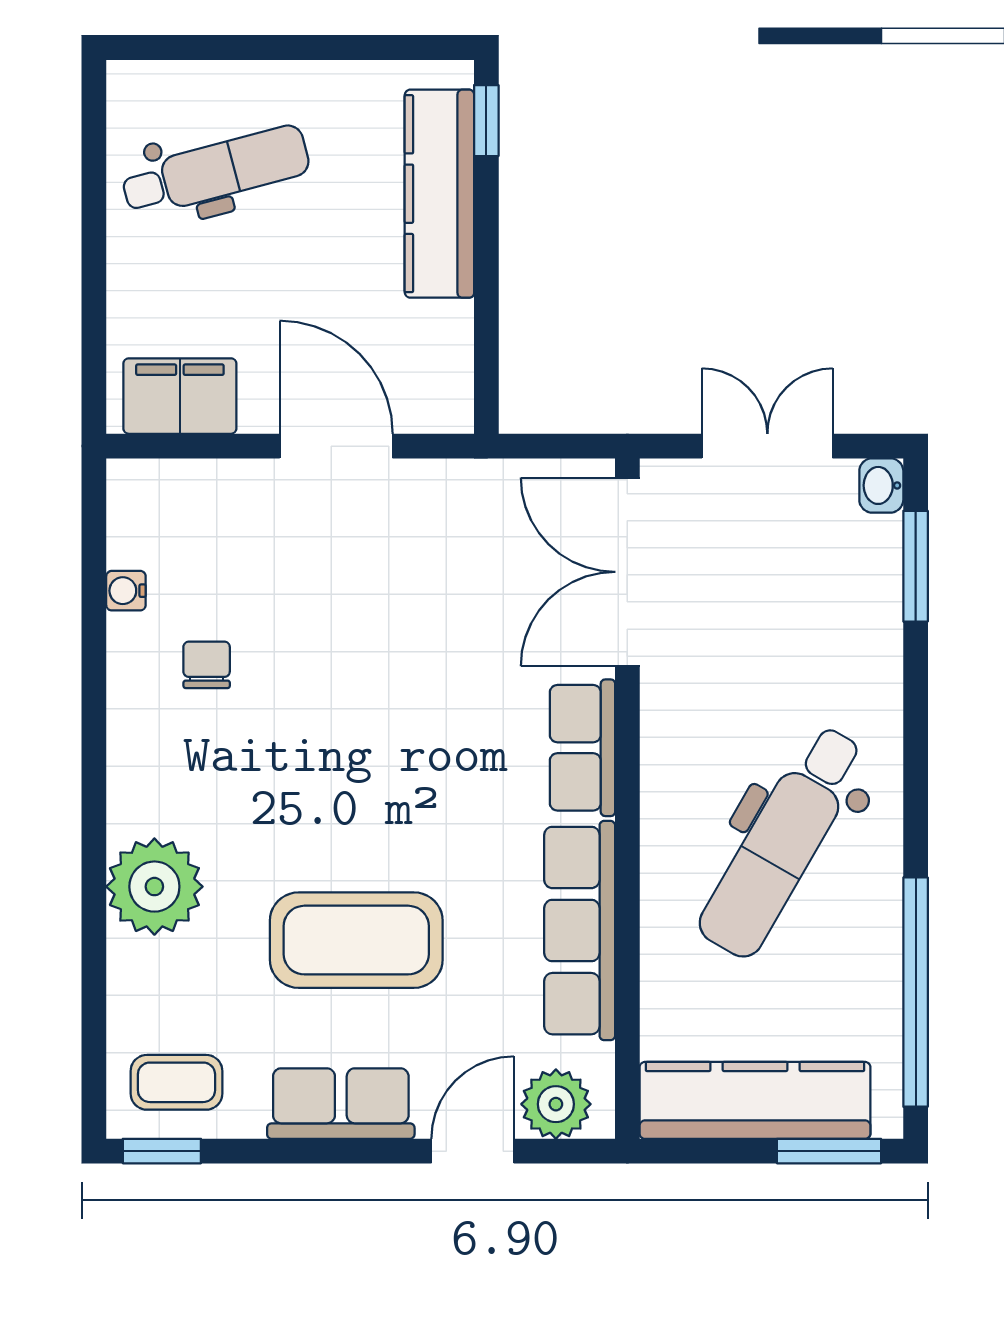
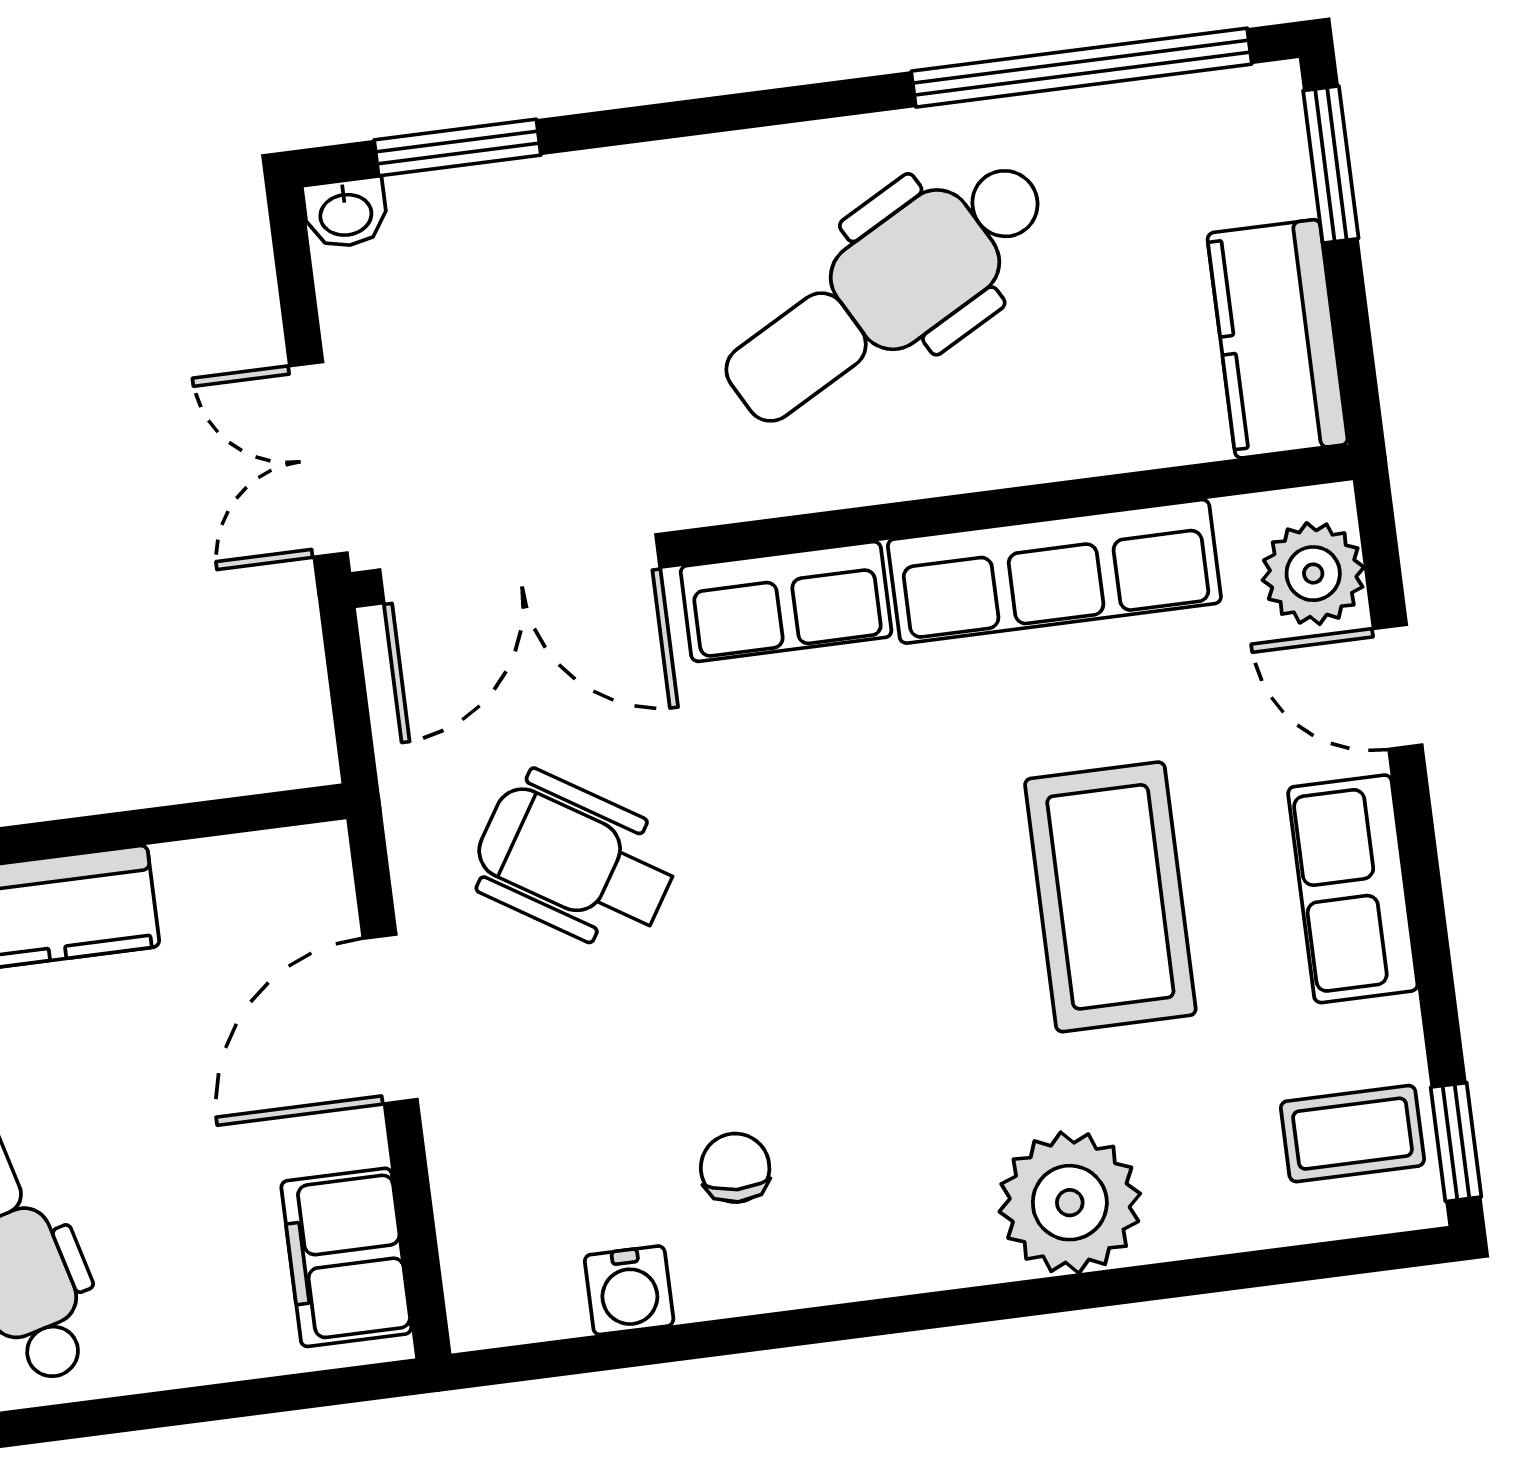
double door: (767, 446) -> (318, 459), moved
wheelchair: (426, 584) -> (575, 862), added
water cooler: (126, 591) -> (629, 1290), width x1.38, depth x1.38
chair: (207, 665) -> (735, 1168), turned 92
dental chair: (782, 842) -> (886, 291), turned 121
coffee table: (176, 1082) -> (1352, 1134), turned 90
kitchen counter: (755, 1100) -> (1278, 339), width x0.67

